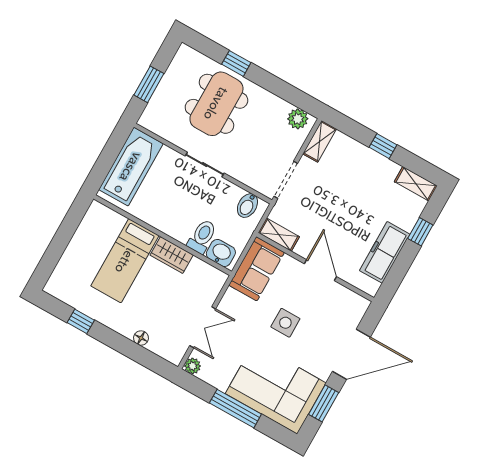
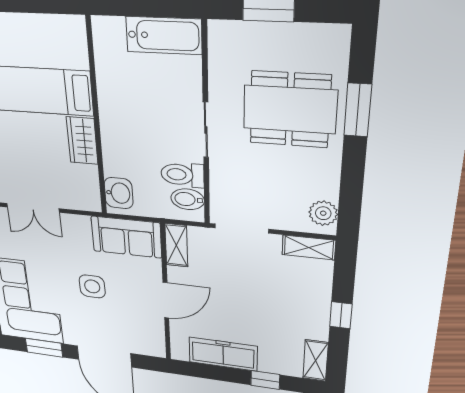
window: (236, 63) -> (358, 110), width x1.50
bathtub: (131, 167) -> (164, 36), width x0.73, depth x0.73
toilet: (202, 237) -> (182, 175), moved, turned 180

